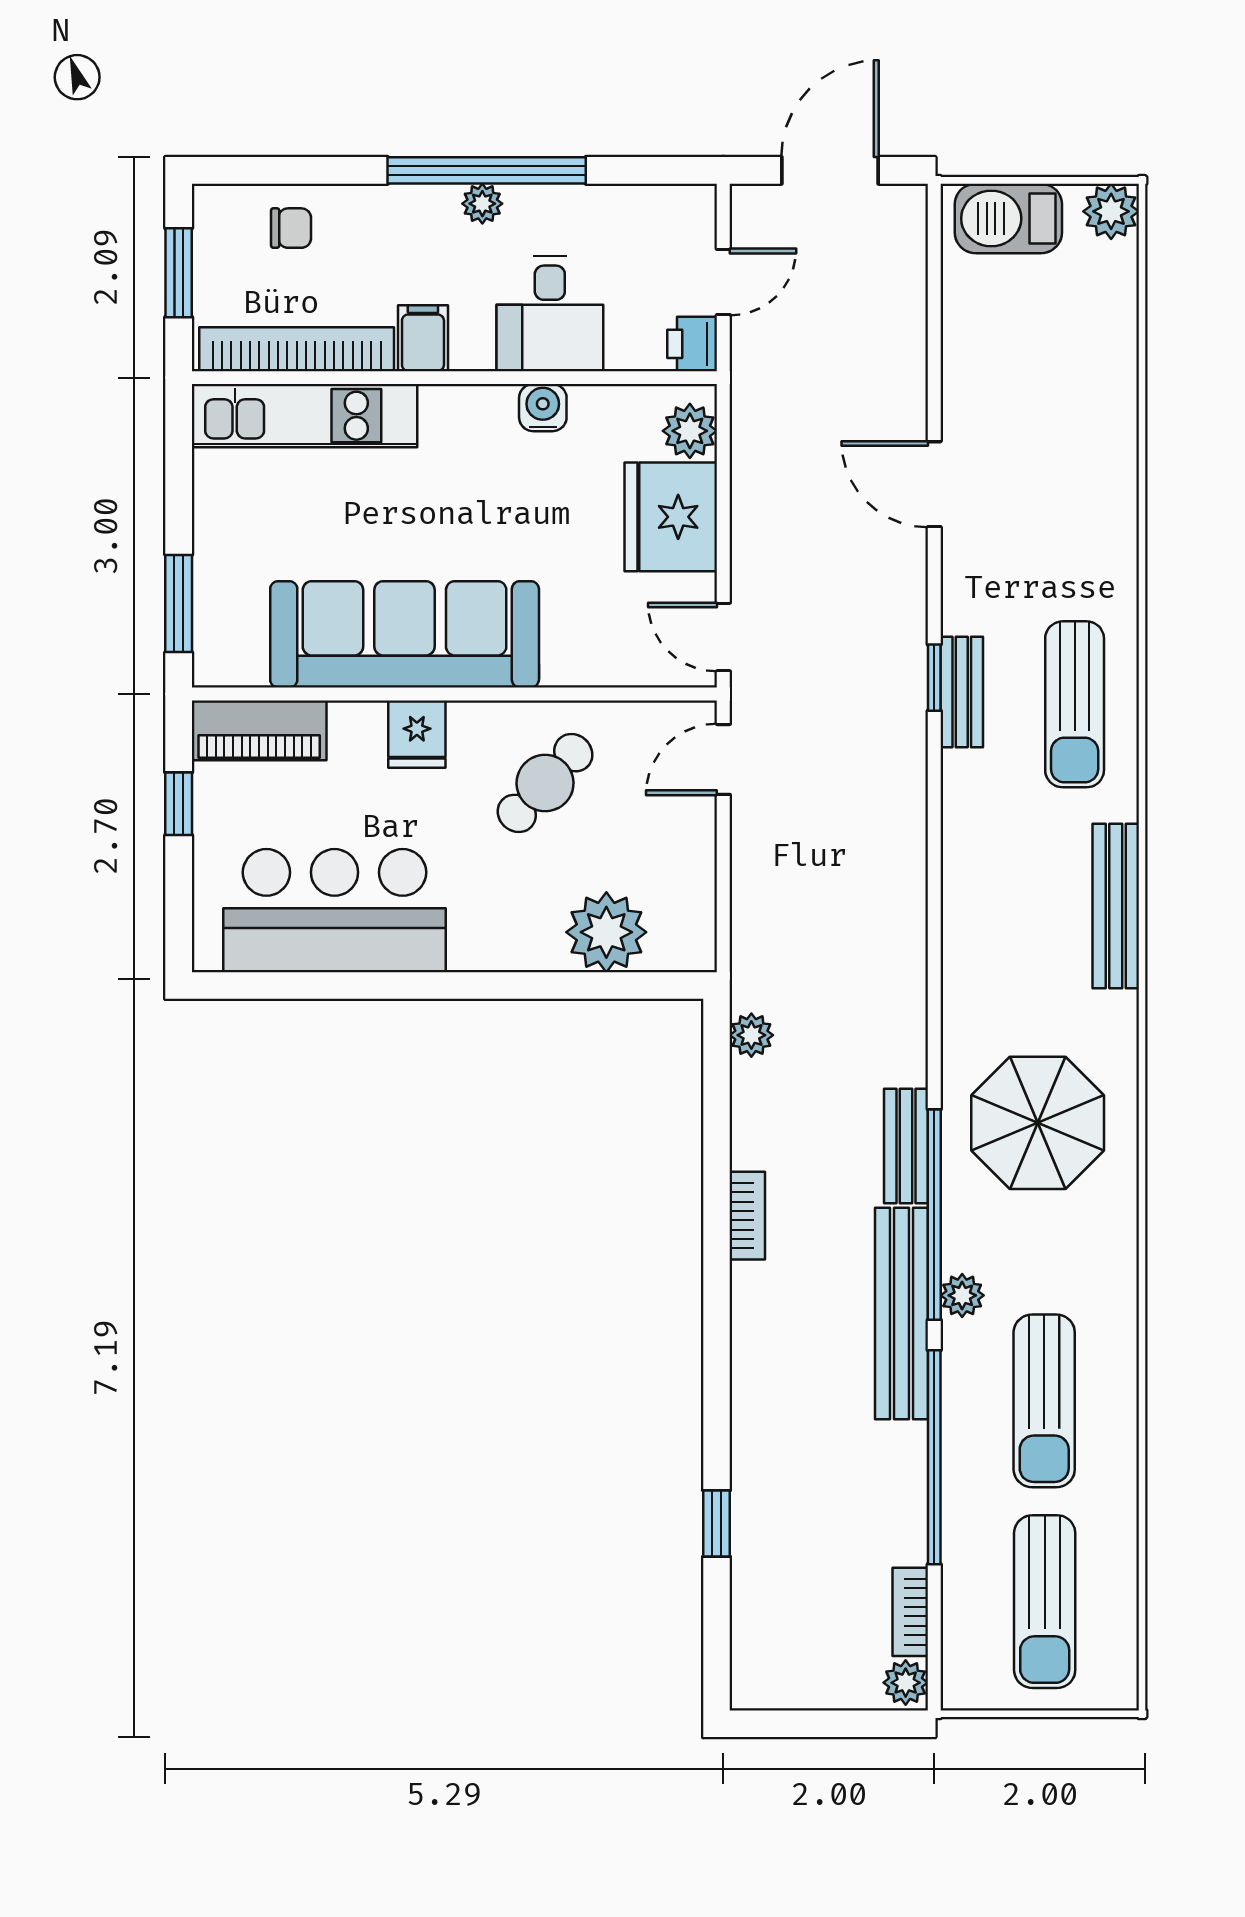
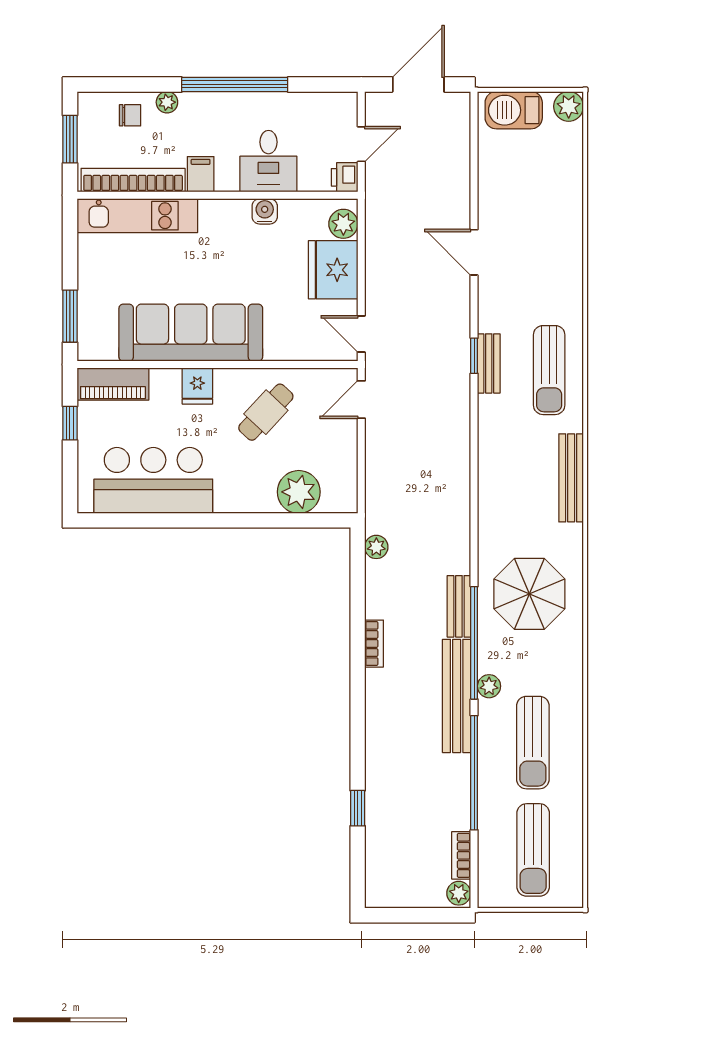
plant: (482, 204) -> (167, 102), moved

